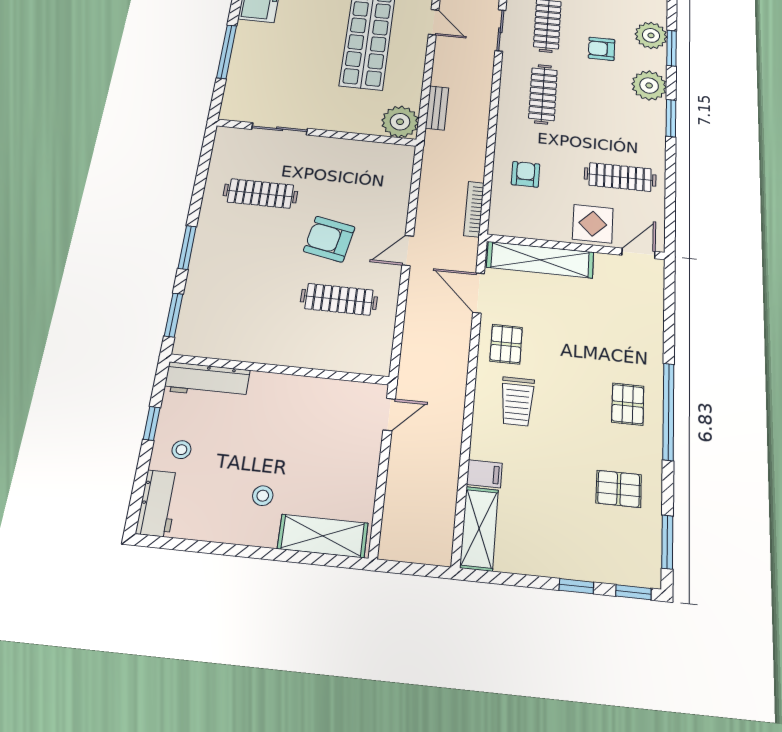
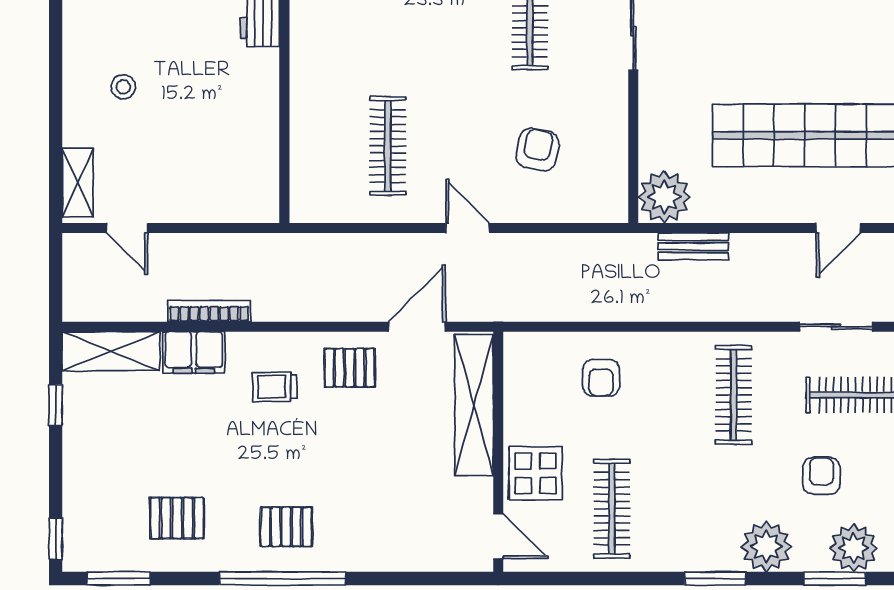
clothes rail: (543, 94) -> (734, 395), turned 90
armchair: (526, 174) -> (601, 378), turned 90
bookcase: (474, 209) -> (209, 311), moved
armchair: (329, 239) -> (538, 150), moved, width x0.72, depth x0.72
trolley: (517, 401) -> (275, 387), width x0.73, depth x0.72
door: (389, 414) -> (127, 228), moved
filing cabinet: (484, 474) -> (194, 352), width x2.00
pallet: (619, 489) -> (177, 518), turned 90
shelving: (323, 536) -> (78, 183), width x0.67, depth x0.75
window: (576, 586) -> (56, 405), moved

